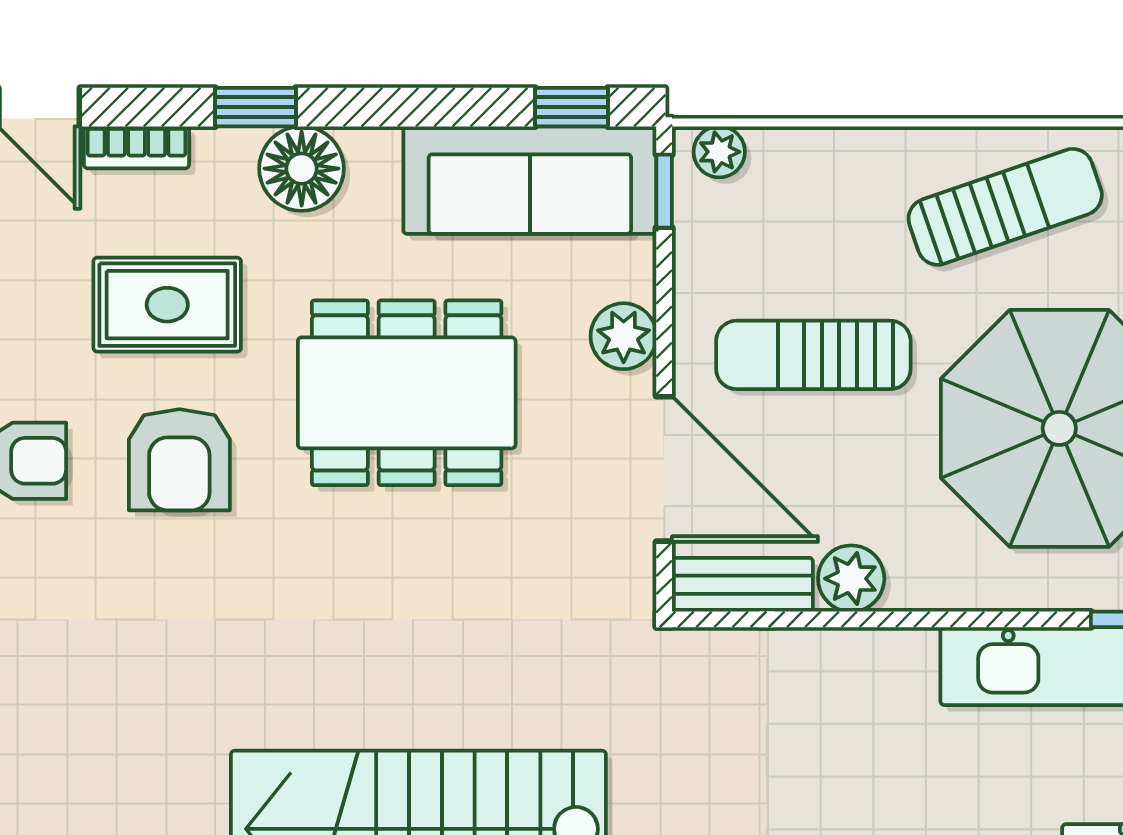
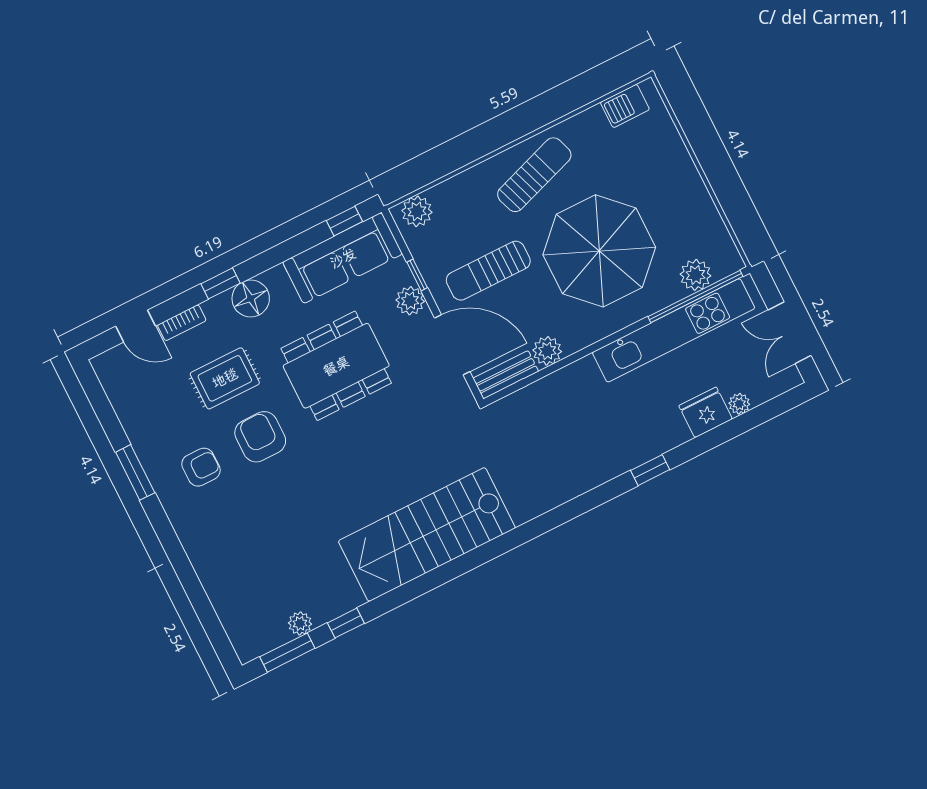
plant: (719, 152) -> (417, 211), width x1.38, depth x1.38
window: (664, 191) -> (417, 275), moved
armchair: (179, 460) -> (260, 437), turned 180

